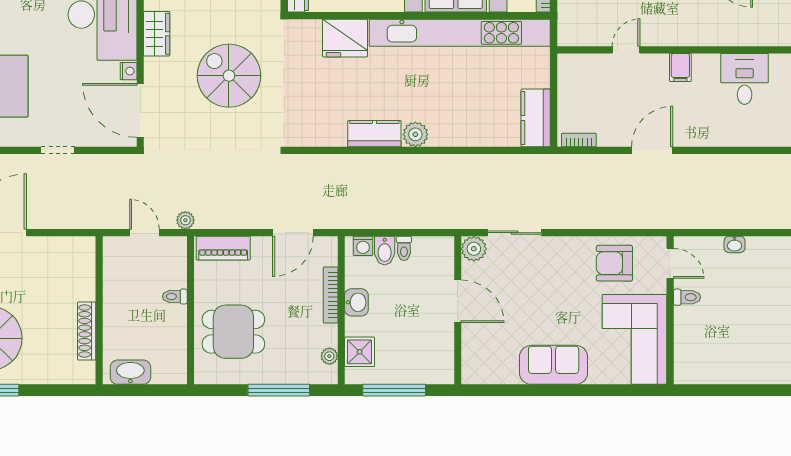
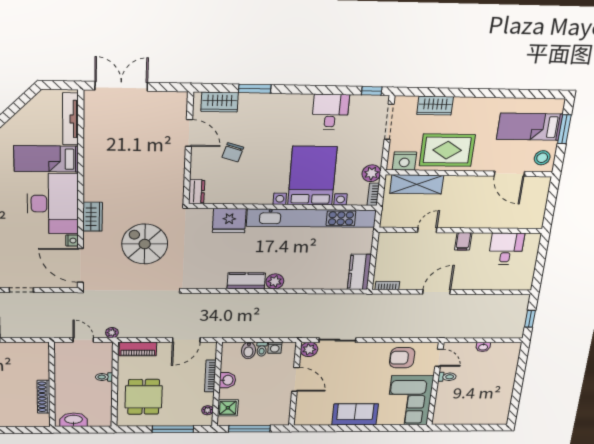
washing machine: (363, 246) -> (275, 348), moved
dining table: (233, 332) -> (144, 397), turned 90

